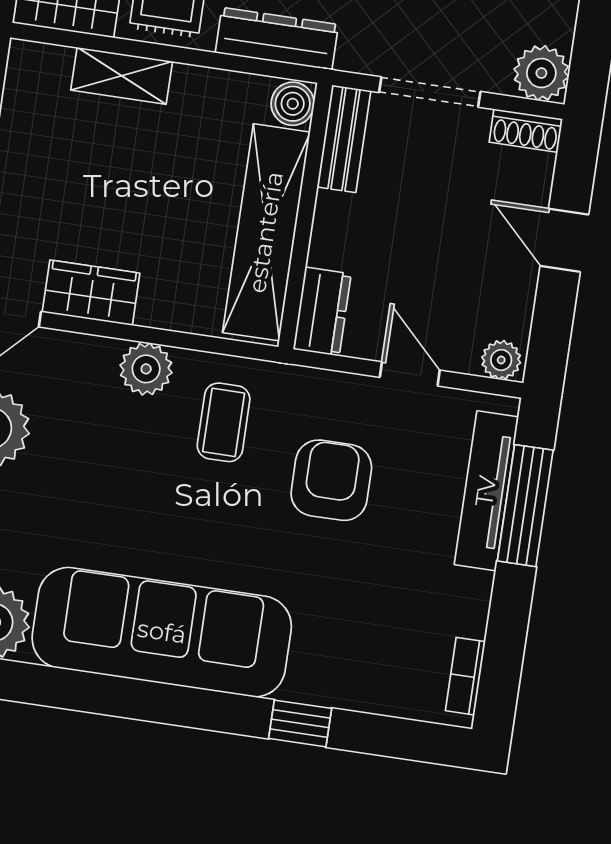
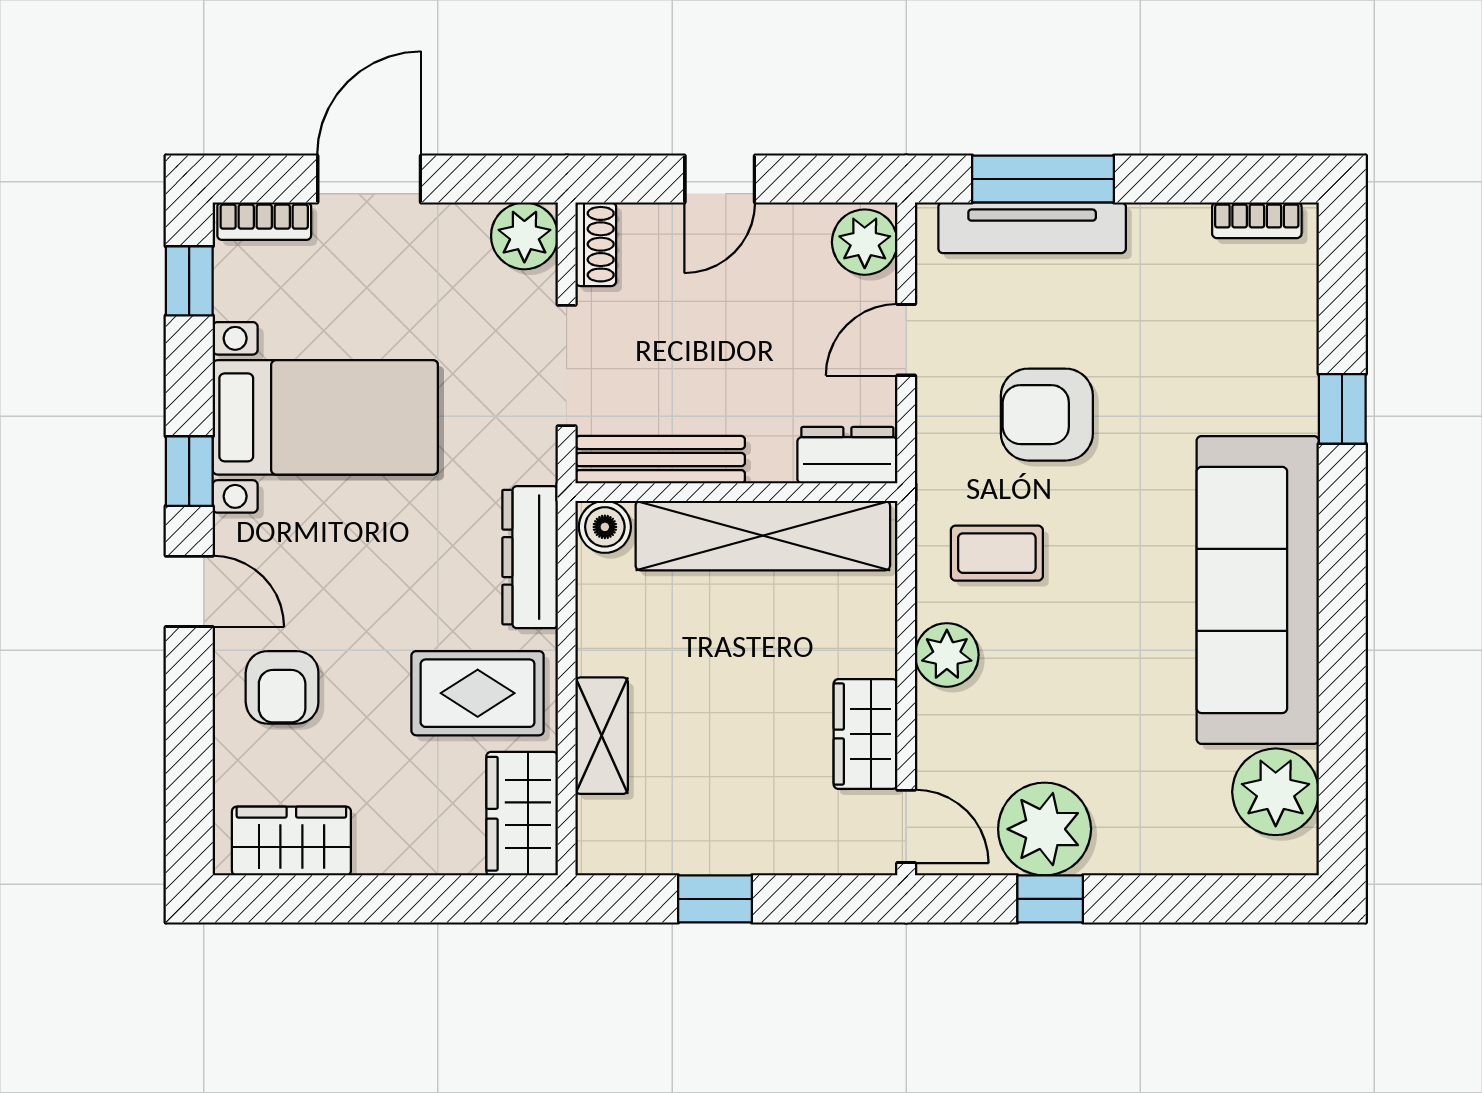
bench: (344, 139) -> (660, 460), width x1.36
plant: (501, 360) -> (865, 242), width x1.38, depth x1.38

